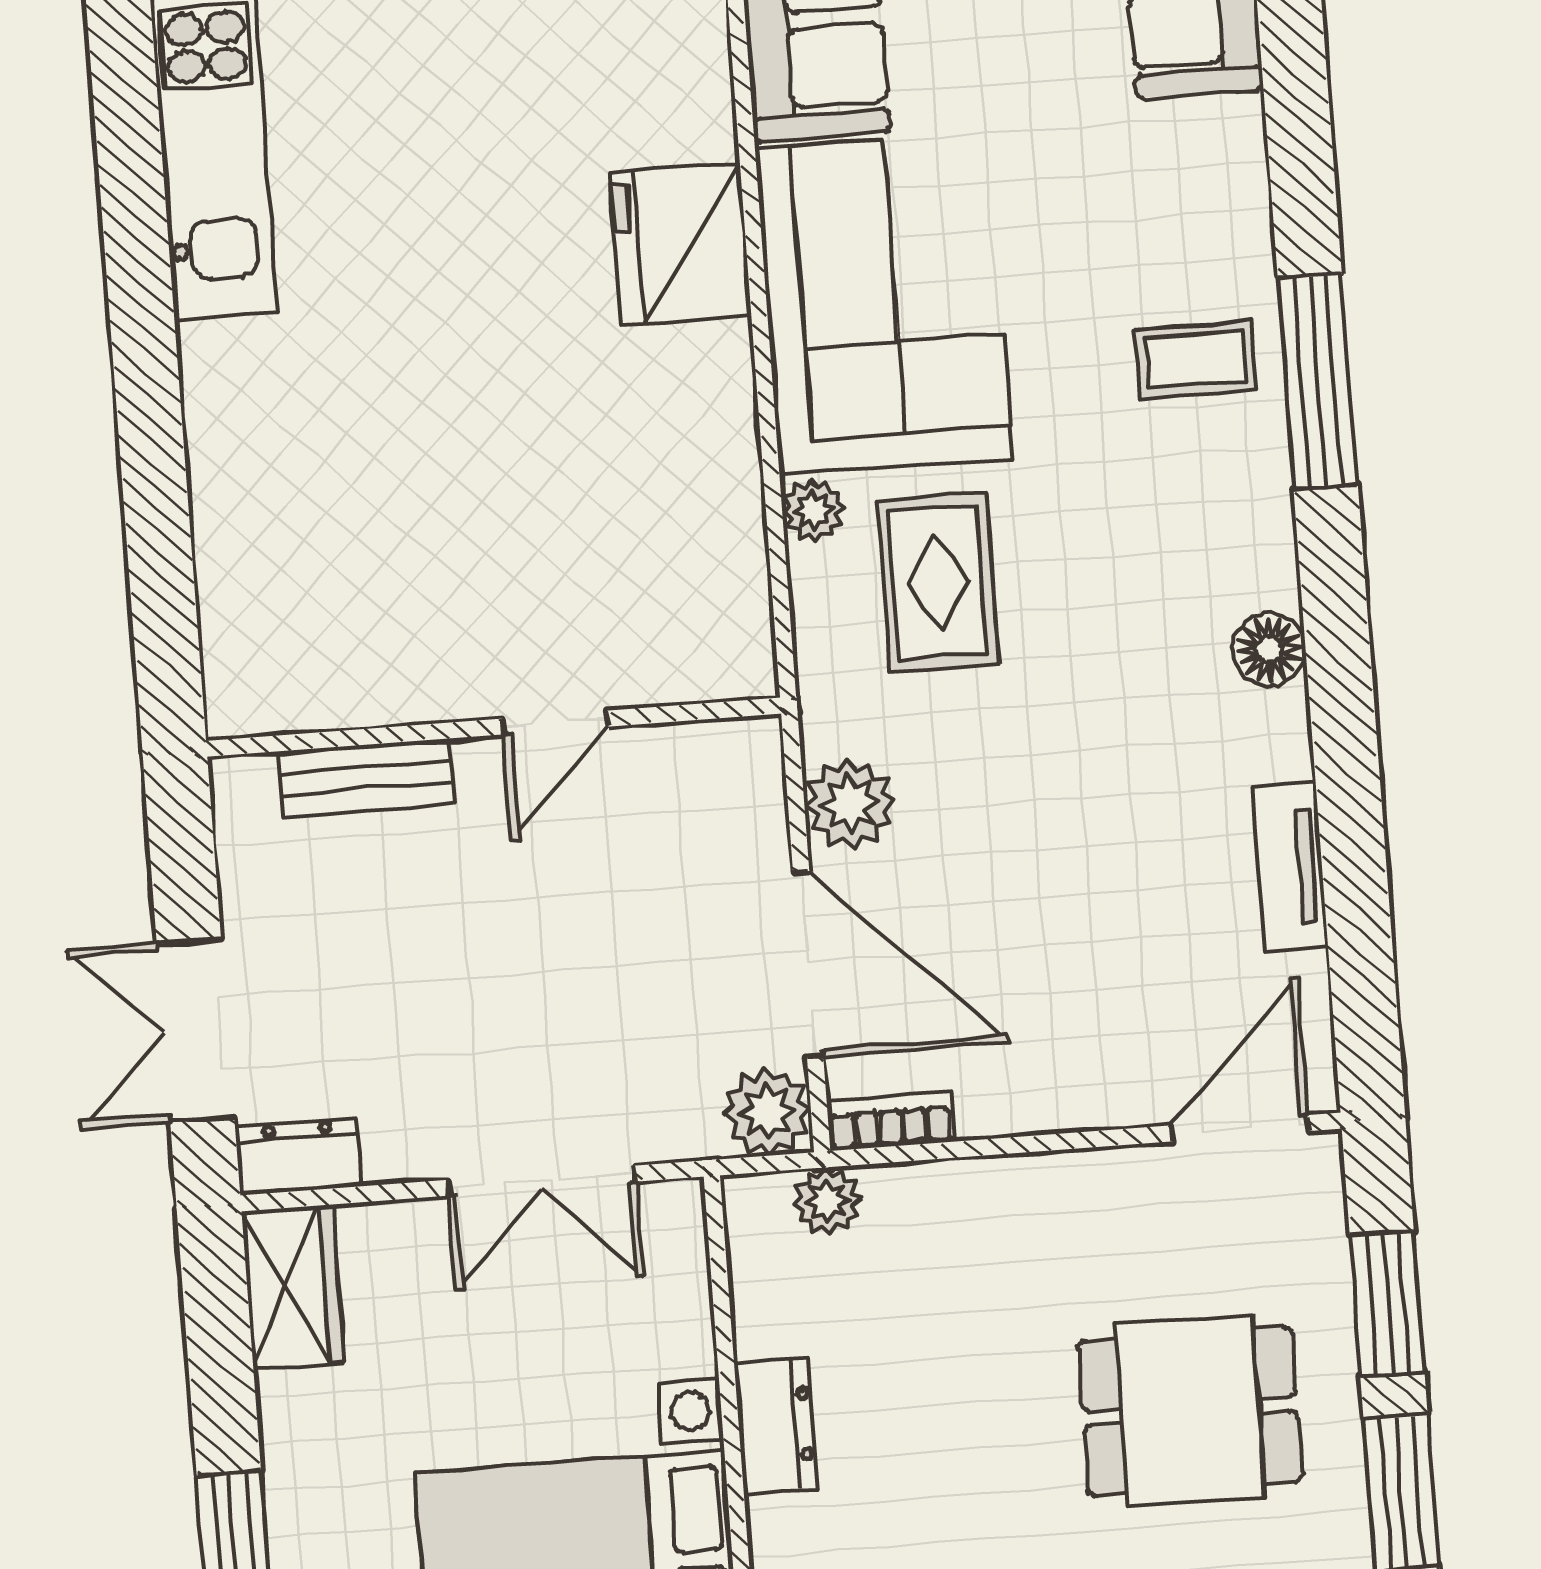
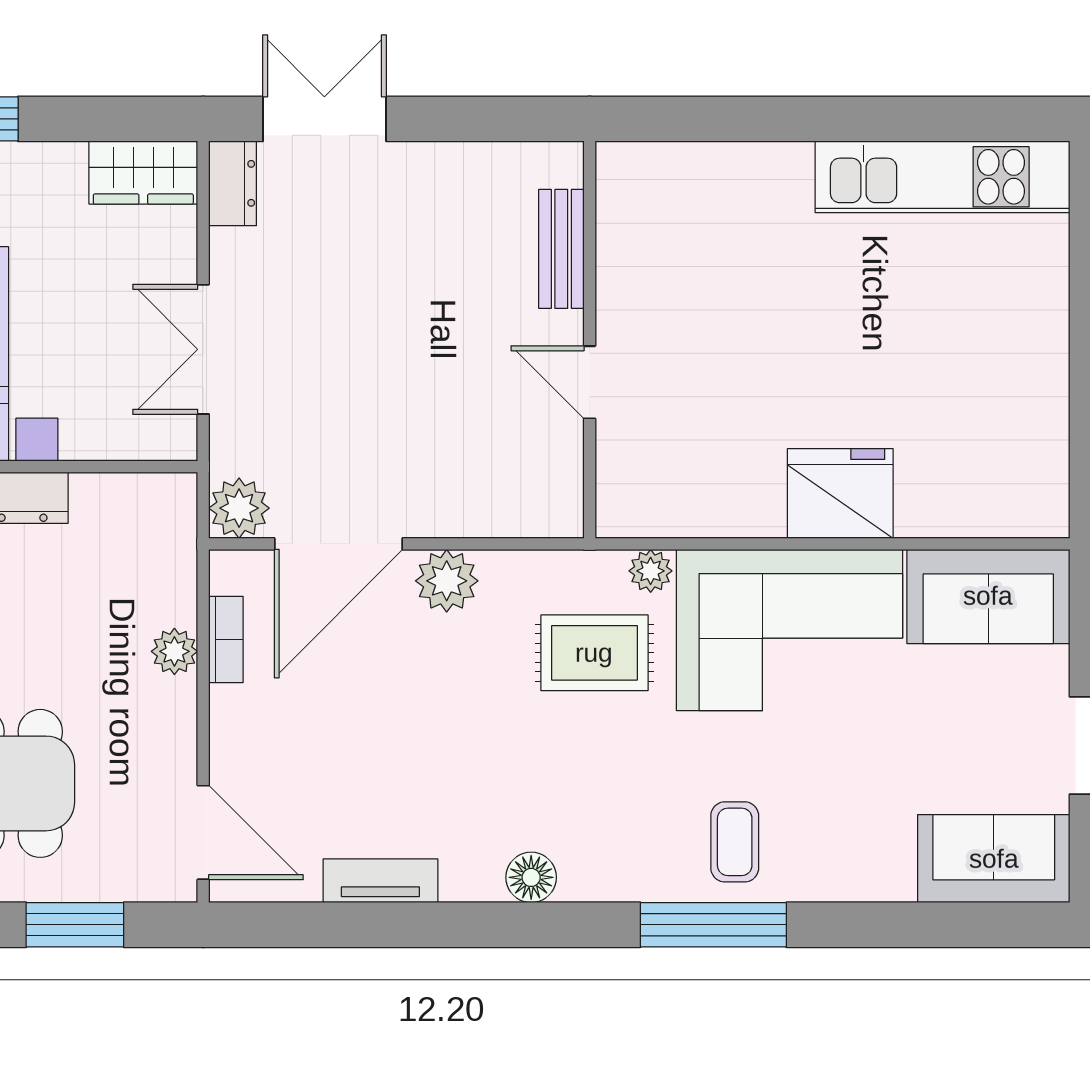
door: (555, 723) -> (590, 382), moved
wall: (494, 727) -> (590, 340), moved
bench: (366, 778) -> (561, 249), moved
bookcase: (891, 1121) -> (226, 640), moved
plant: (827, 1201) -> (174, 651), moved

